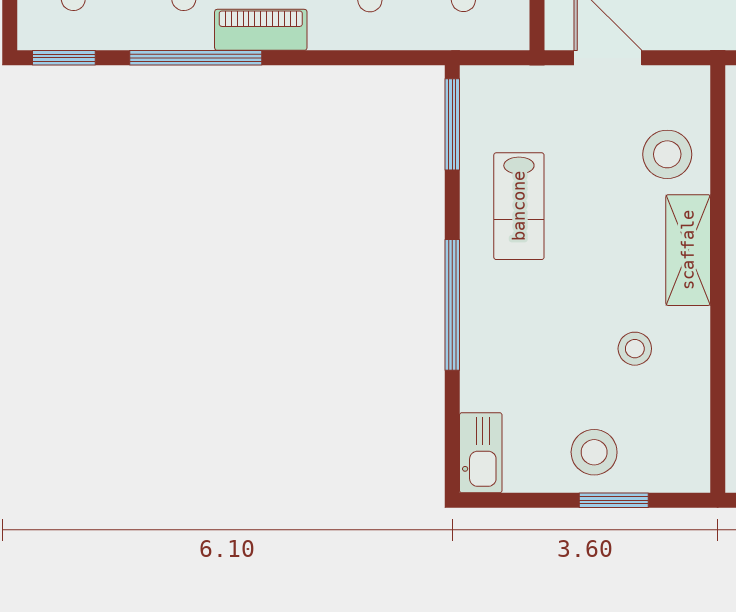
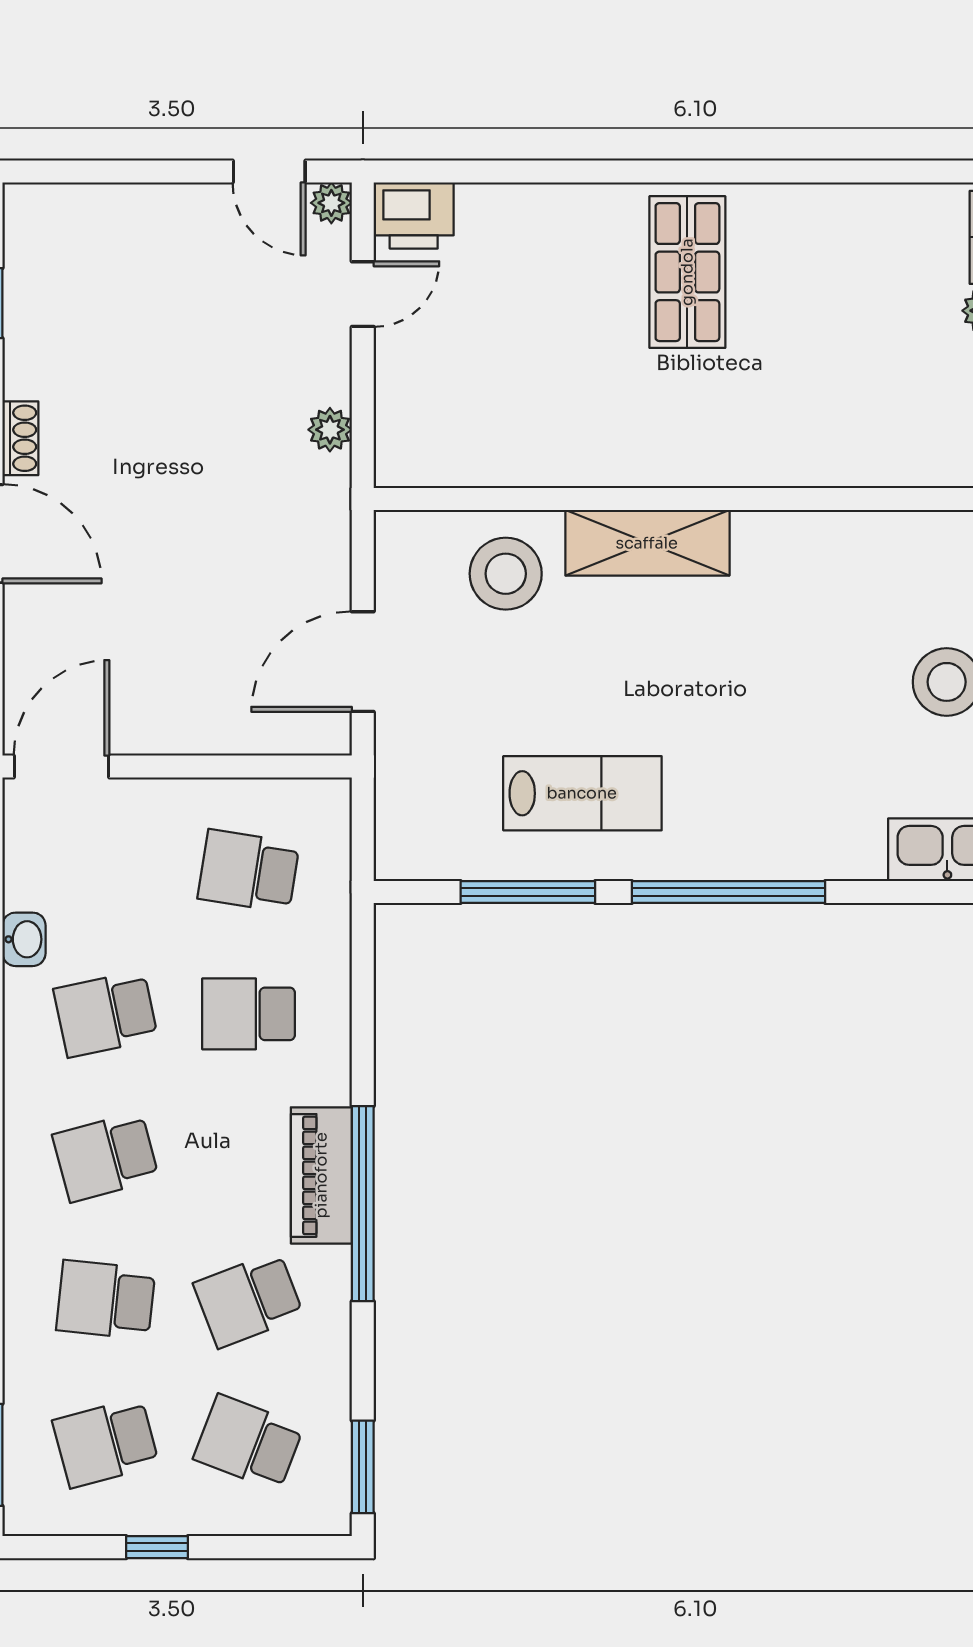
window: (196, 58) -> (363, 1204), moved
window: (452, 124) -> (528, 892), moved
stool: (635, 349) -> (793, 622), removed

